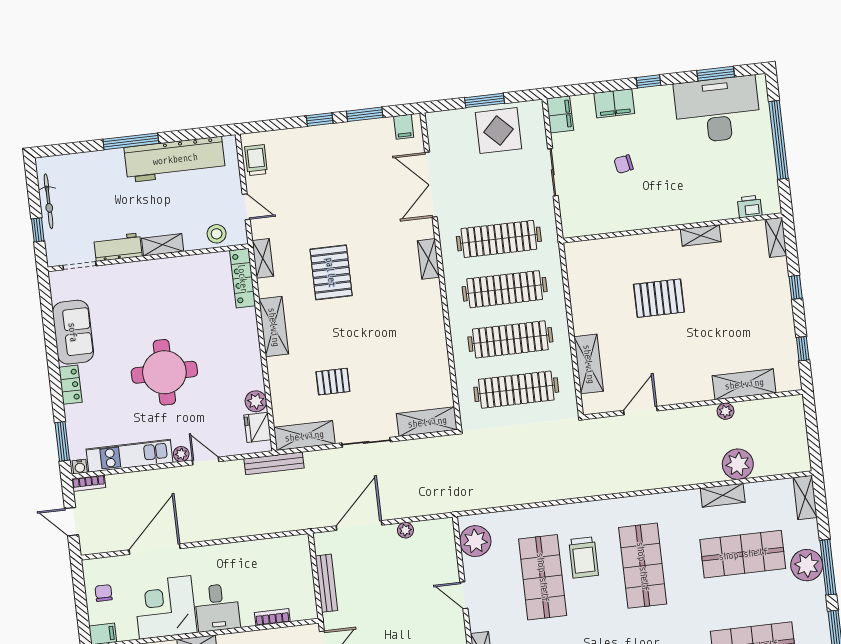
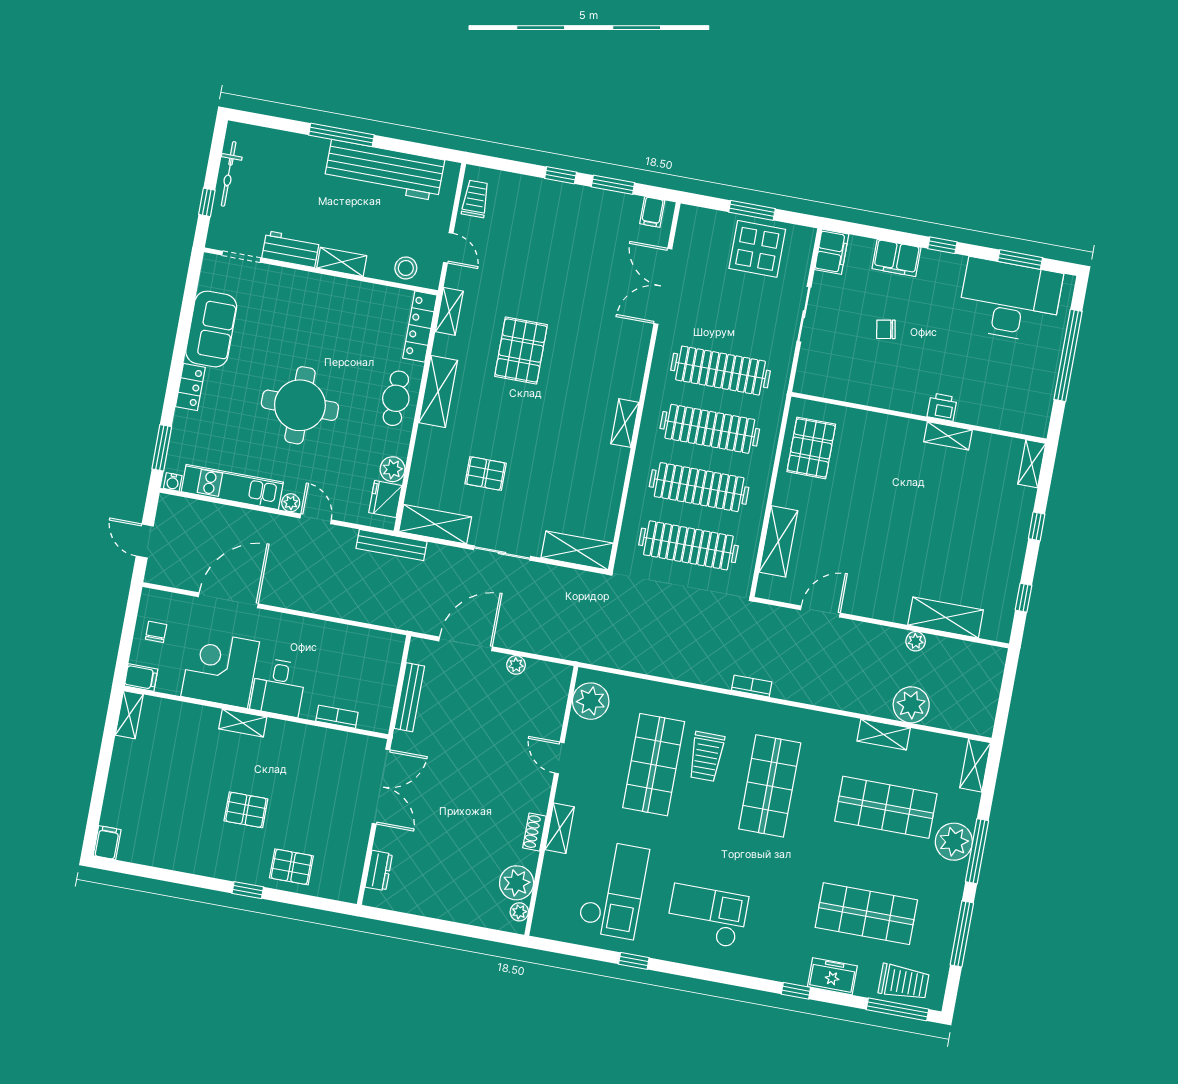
printer: (750, 206) -> (942, 407), moved
shelving: (428, 259) -> (625, 423), moved
pallet: (659, 298) -> (811, 448), moved, turned 90
cafe table: (241, 343) -> (396, 398), added
bookcase: (89, 483) -> (752, 686), moved, turned 180

